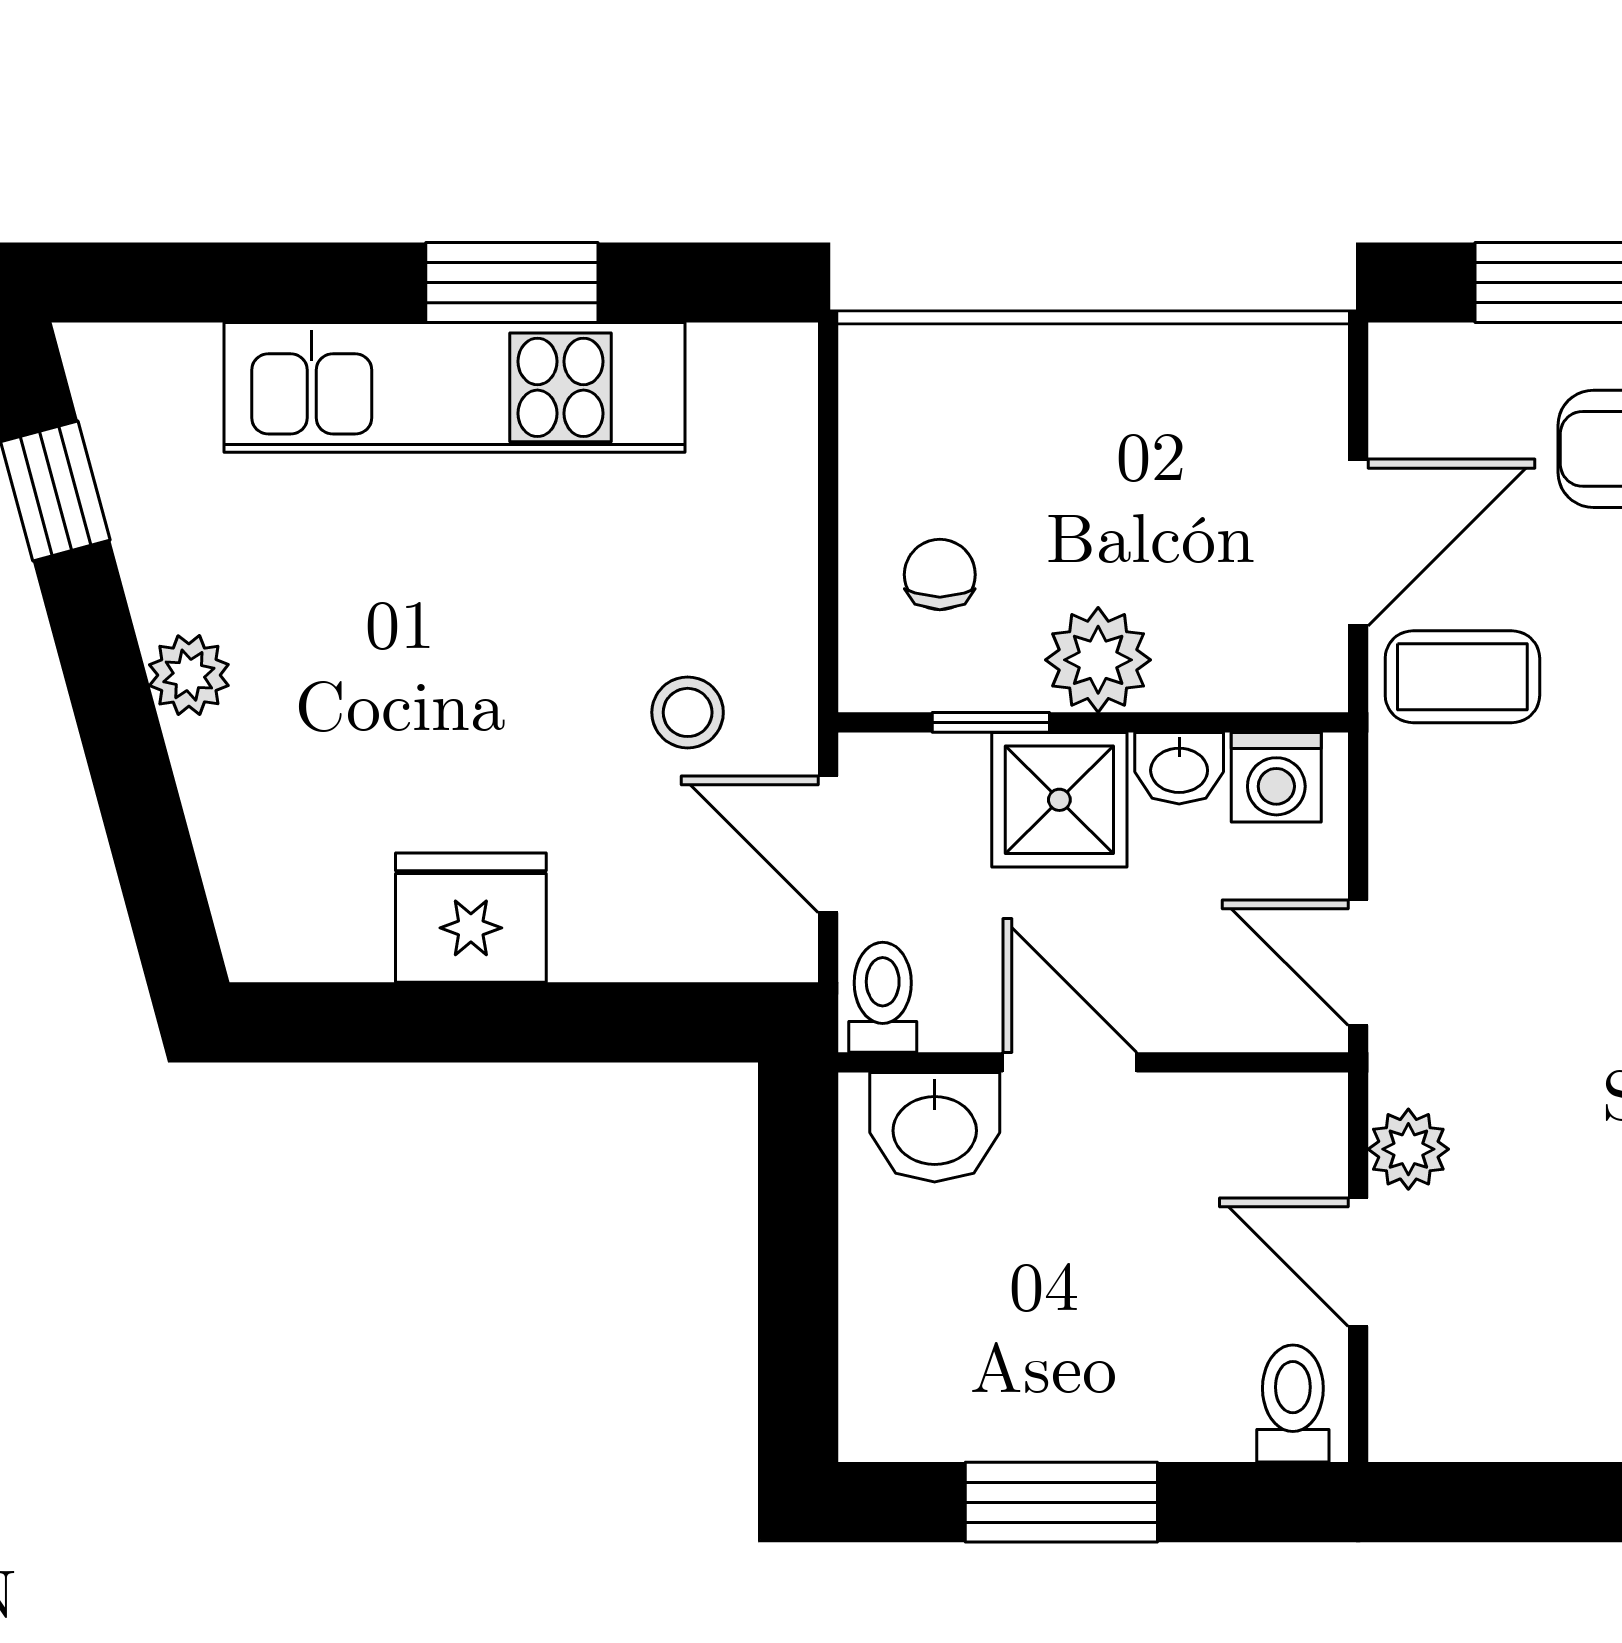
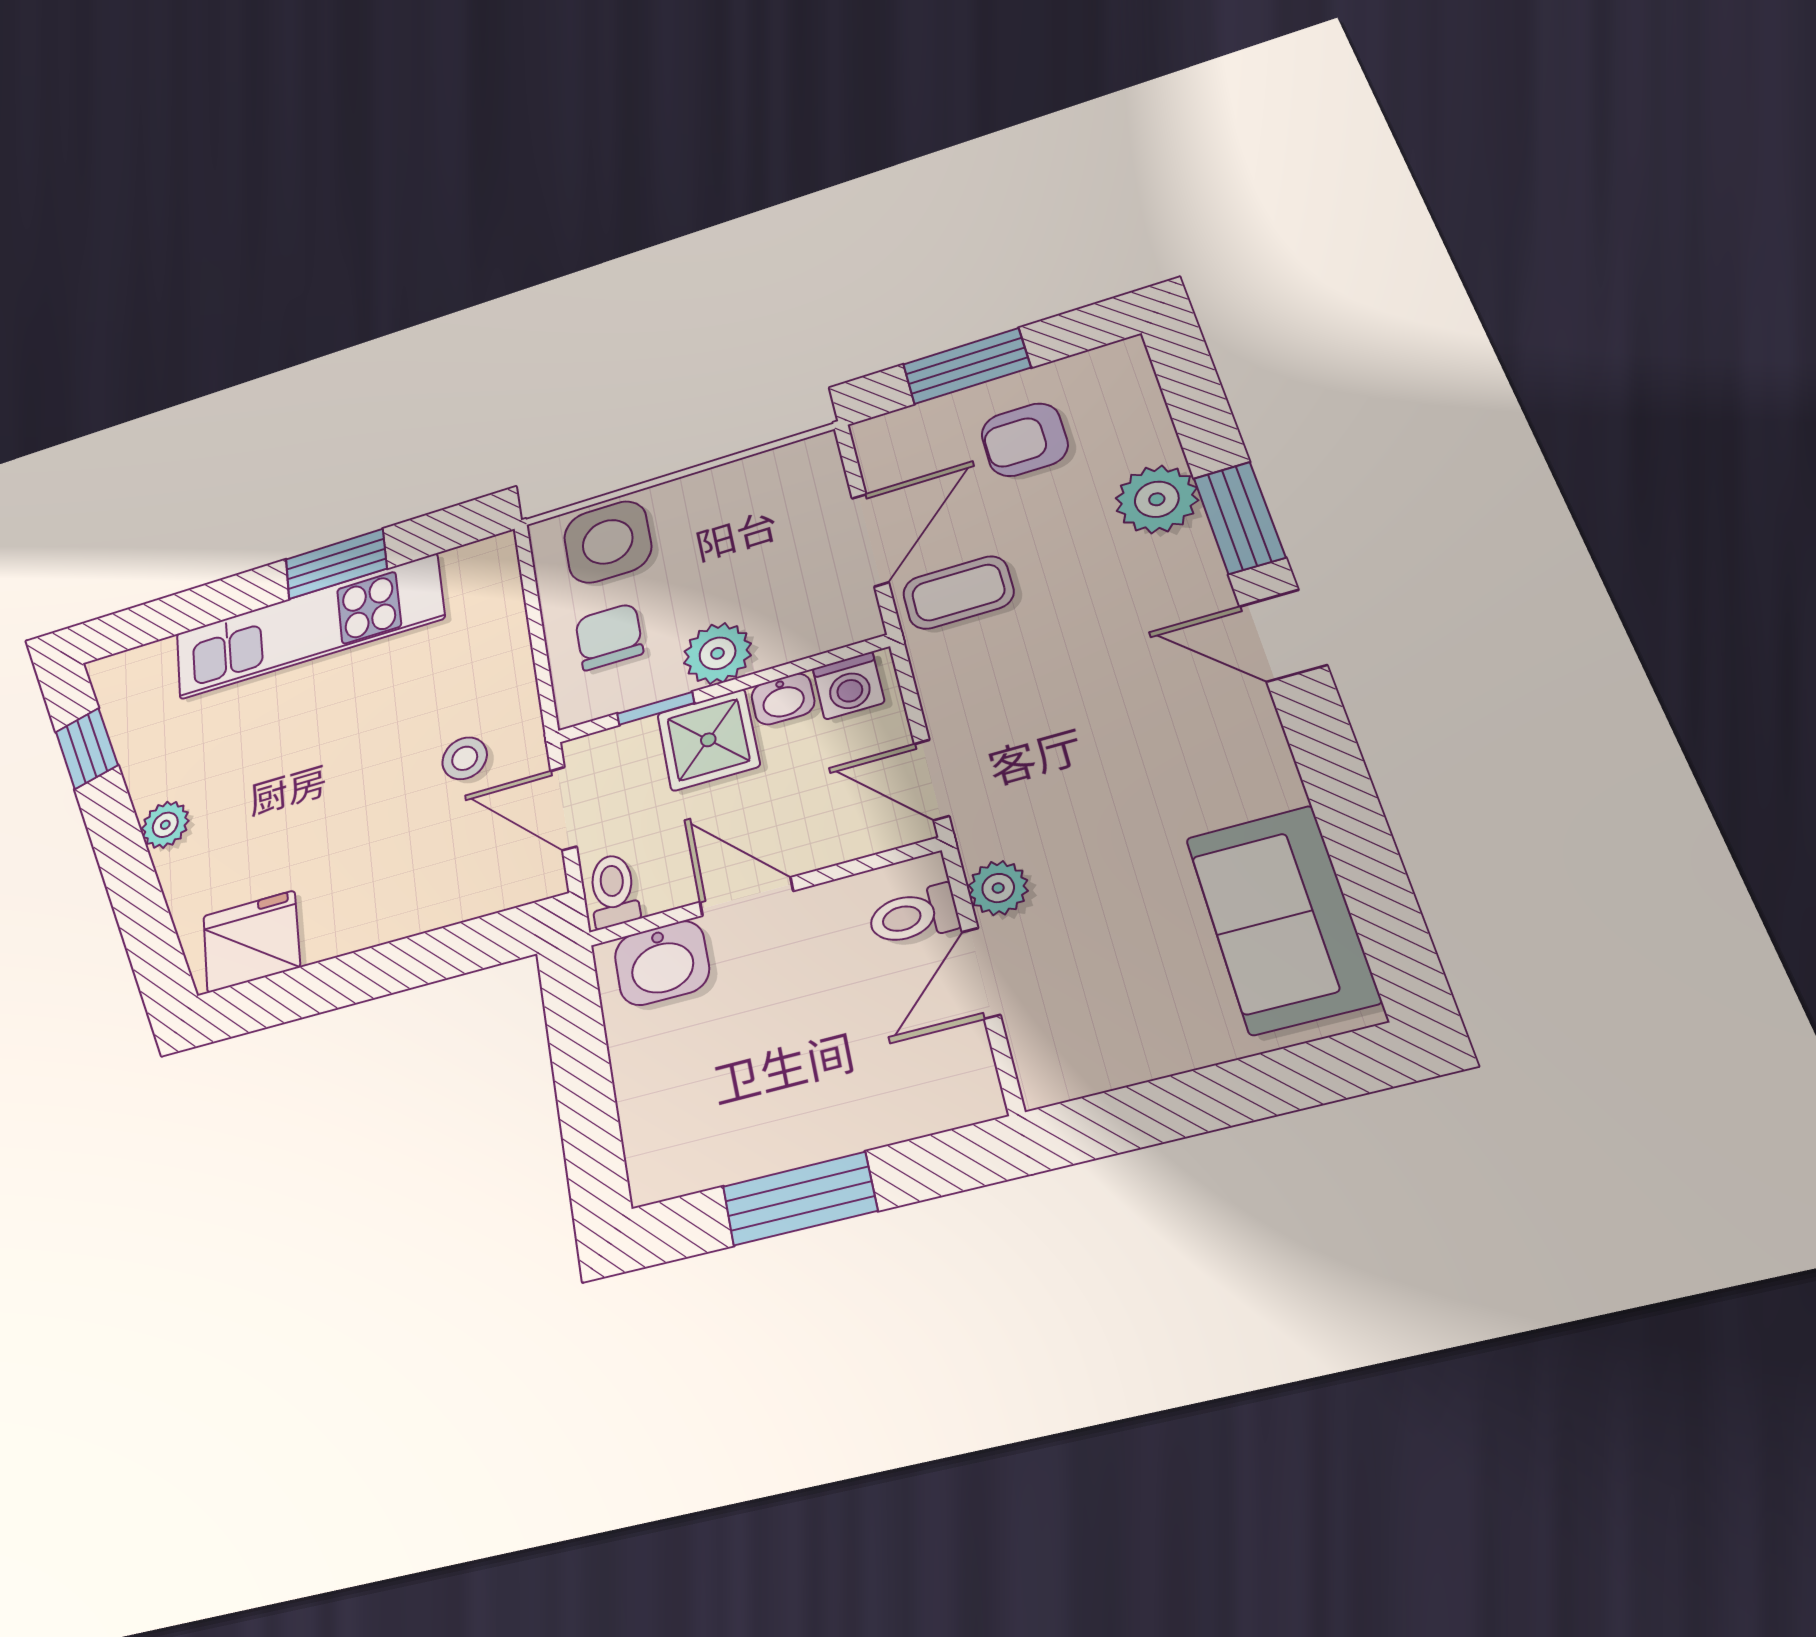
side table: (963, 402) -> (608, 542), added
chair: (940, 575) -> (609, 636), width x1.37, depth x1.37
fridge: (471, 918) -> (251, 941), moved
door: (1358, 1262) -> (981, 973), hinge flipped
toilet: (1293, 1404) -> (914, 915), moved, turned -90

